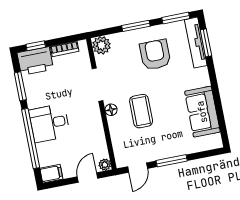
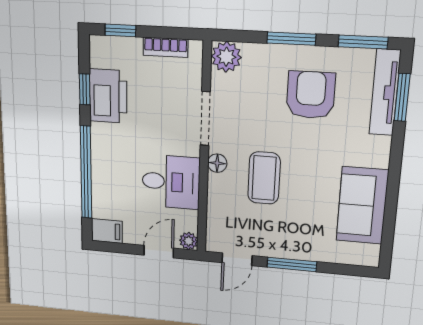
printer: (35, 61) -> (108, 96), moved, turned -90
window: (20, 86) -> (85, 89), width x0.67
desk: (49, 123) -> (171, 182), moved, turned 180

